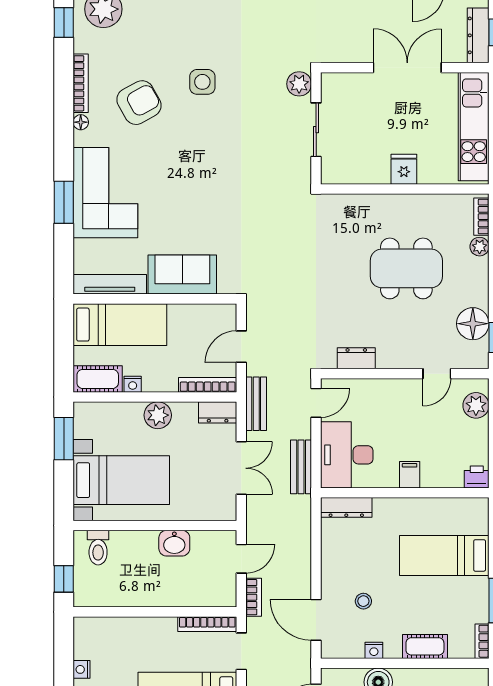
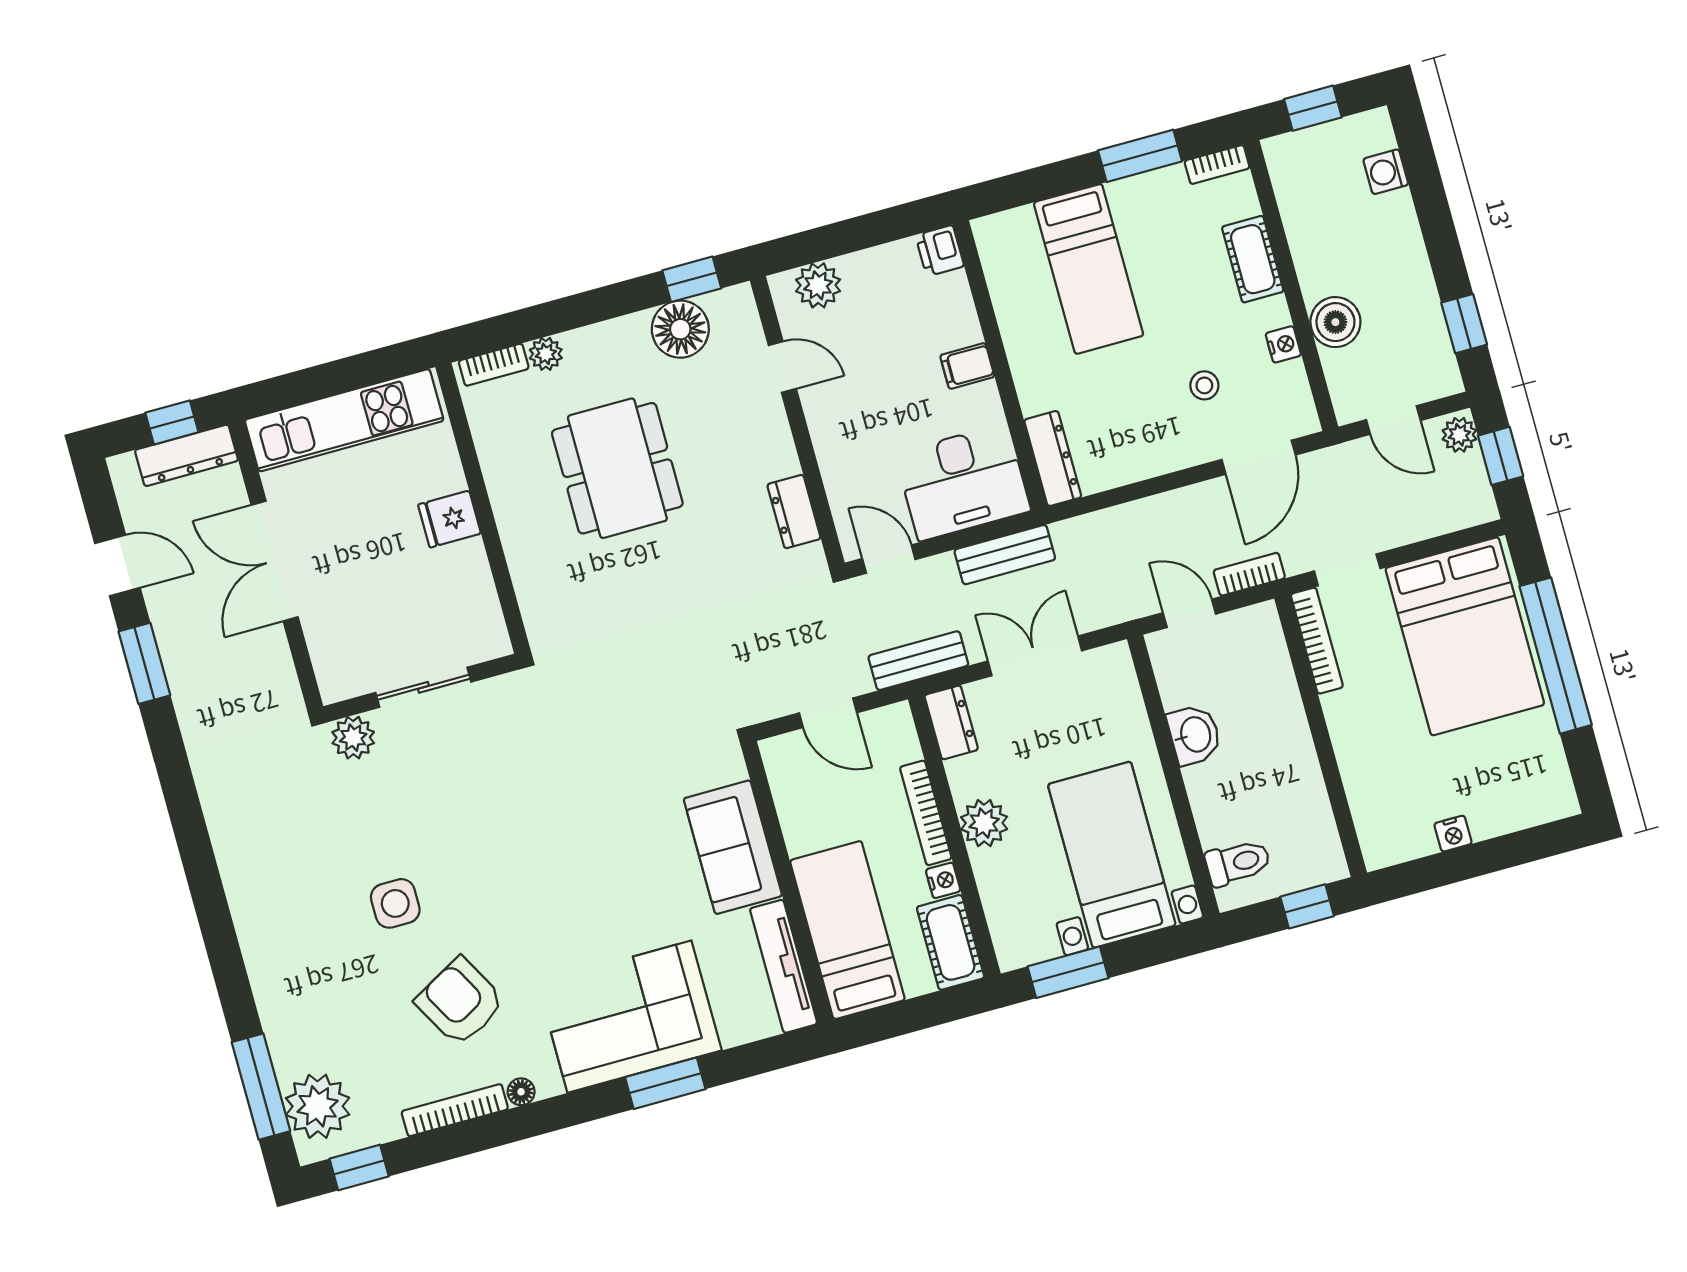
bookcase: (208, 385) -> (926, 813), moved

